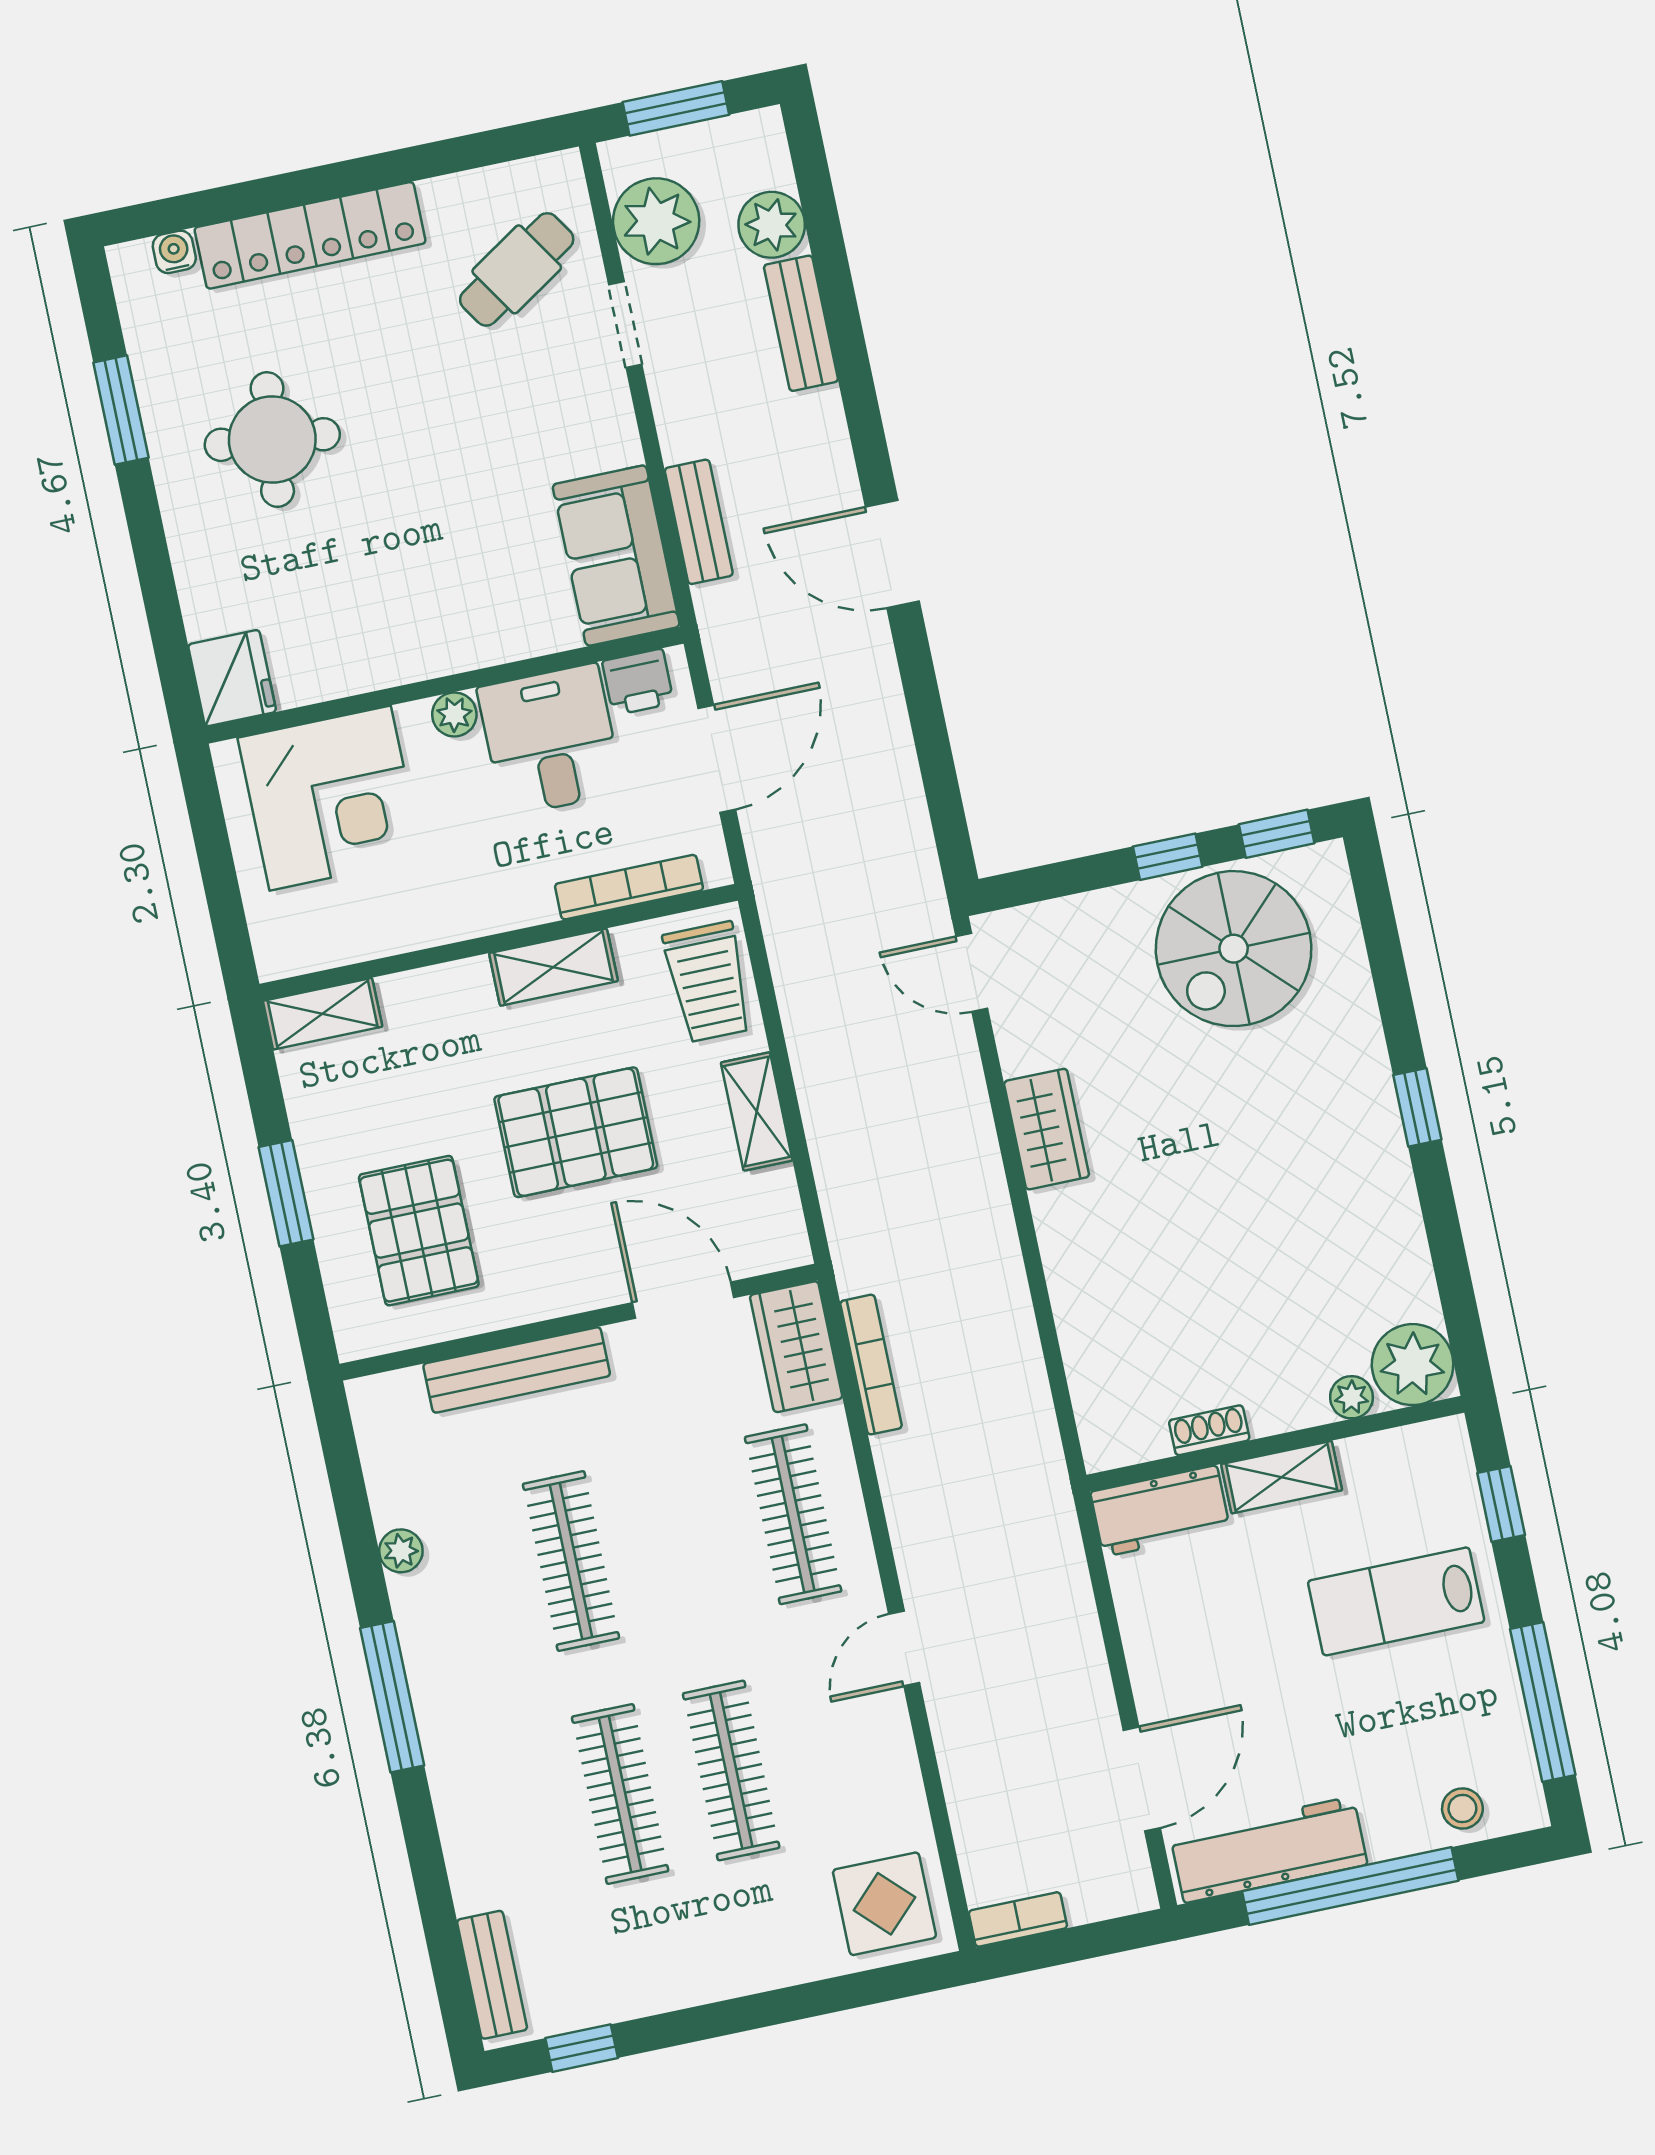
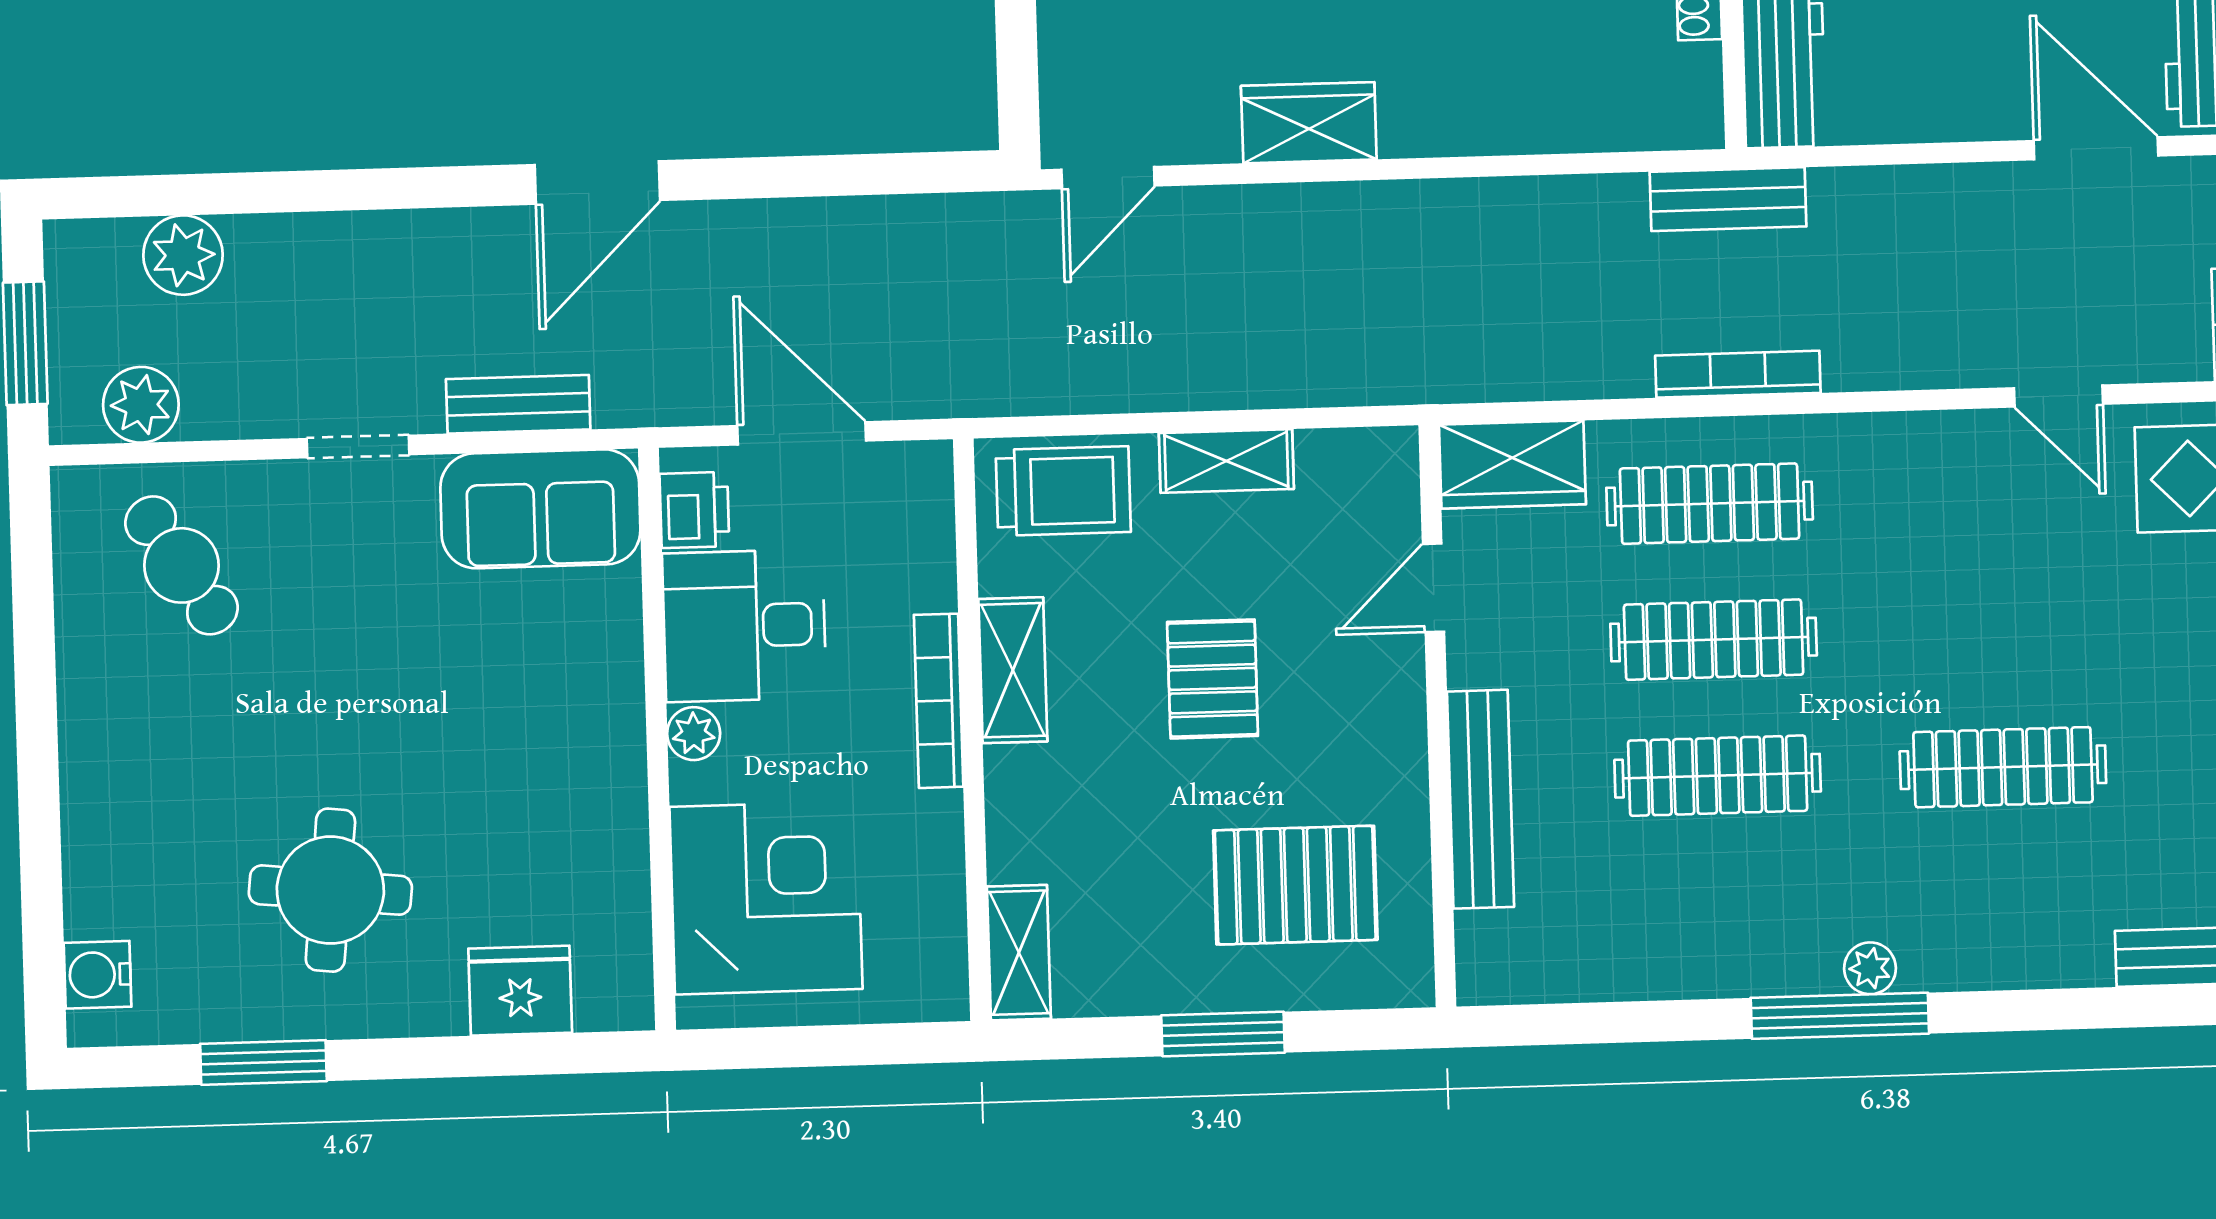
plant: (656, 221) -> (141, 405), width x0.73, depth x0.73
locker: (310, 235) -> (97, 802), removed
water cooler: (174, 252) -> (98, 975), width x1.38, depth x1.38
bench: (801, 323) -> (1728, 199), moved
doorway: (625, 325) -> (358, 447), moved
fridge: (232, 678) -> (520, 991), moved
bookcase: (629, 887) -> (939, 701), moved
pallet: (576, 1132) -> (1213, 679), width x0.67, depth x0.71
door: (683, 1300) -> (1434, 588), width x0.73
bookcase: (871, 1365) -> (1738, 374), moved
plant: (401, 1551) -> (1870, 968), moved
door: (904, 1649) -> (2058, 396), moved
clothes rail: (731, 1771) -> (1714, 640), moved

